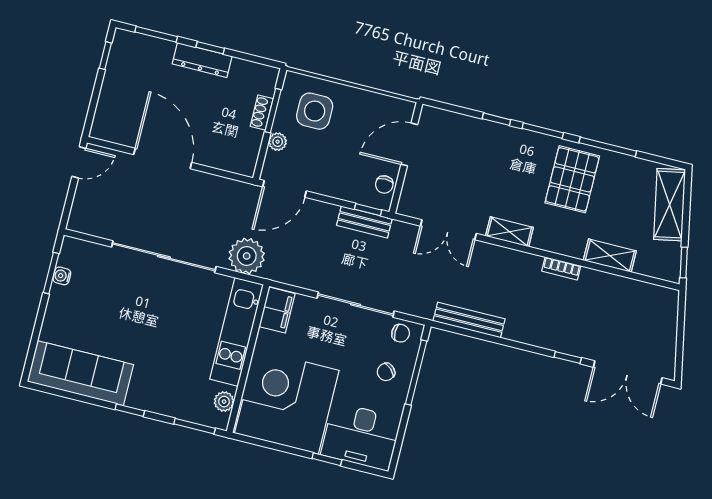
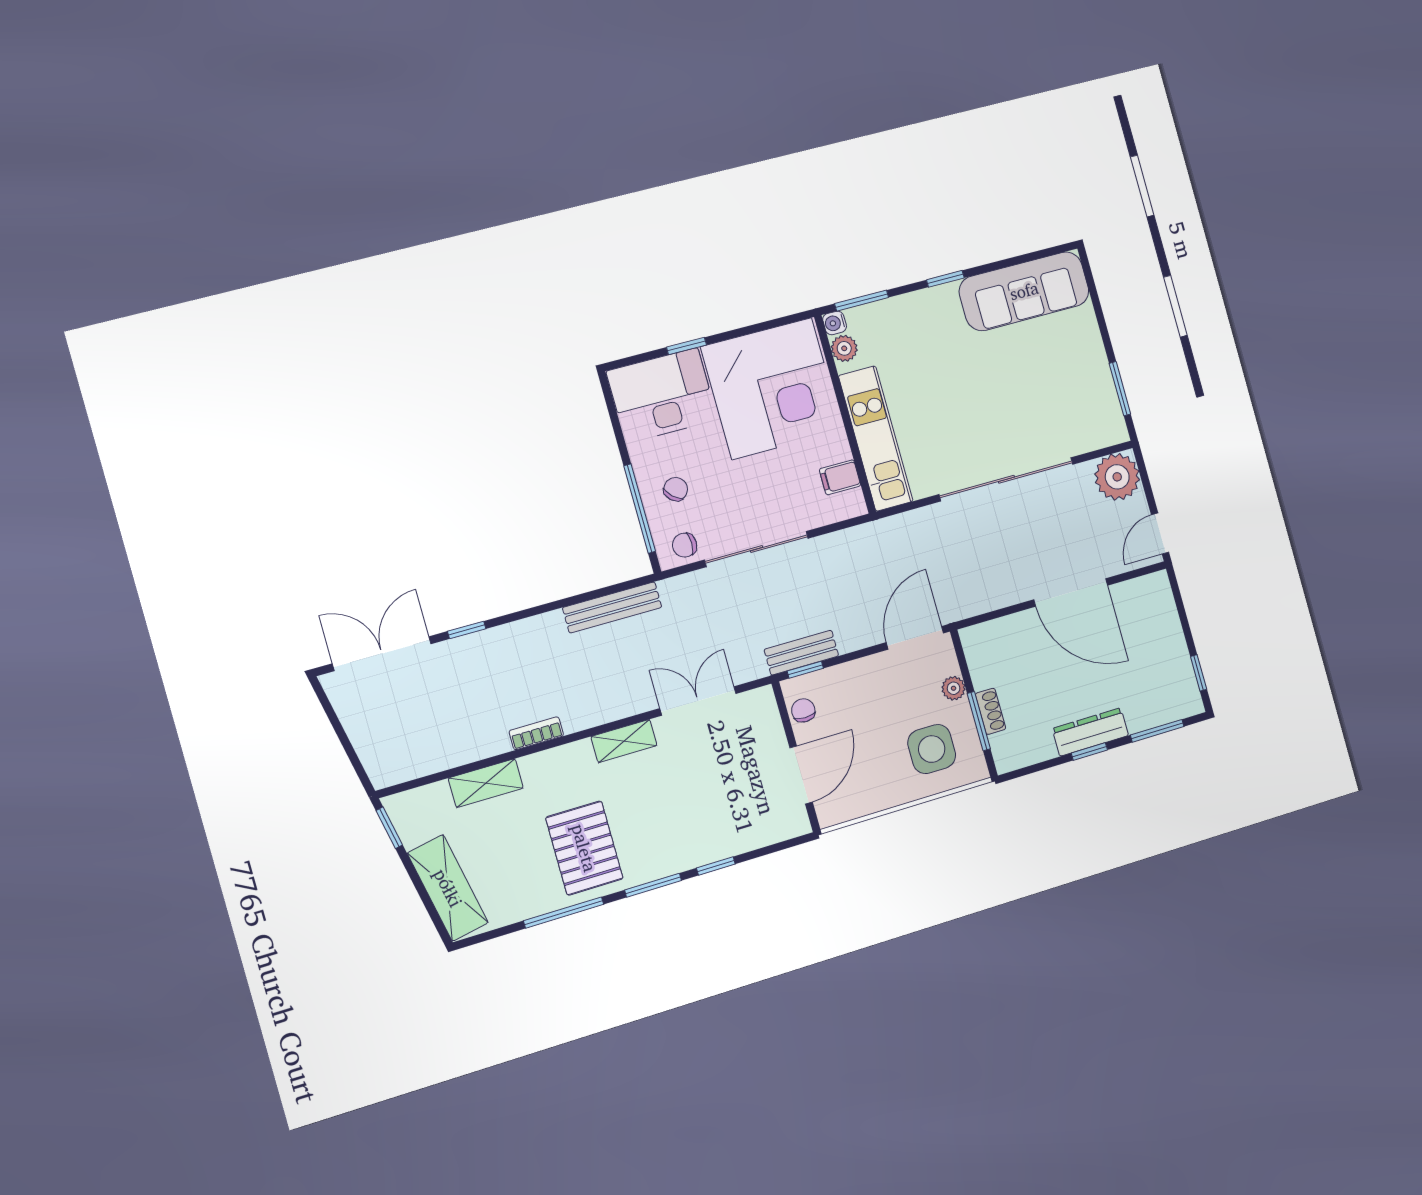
plant: (247, 256) -> (1117, 477), moved
water cooler: (62, 276) -> (835, 323), moved, turned 180
filing cabinet: (277, 310) -> (840, 477), width x0.50

